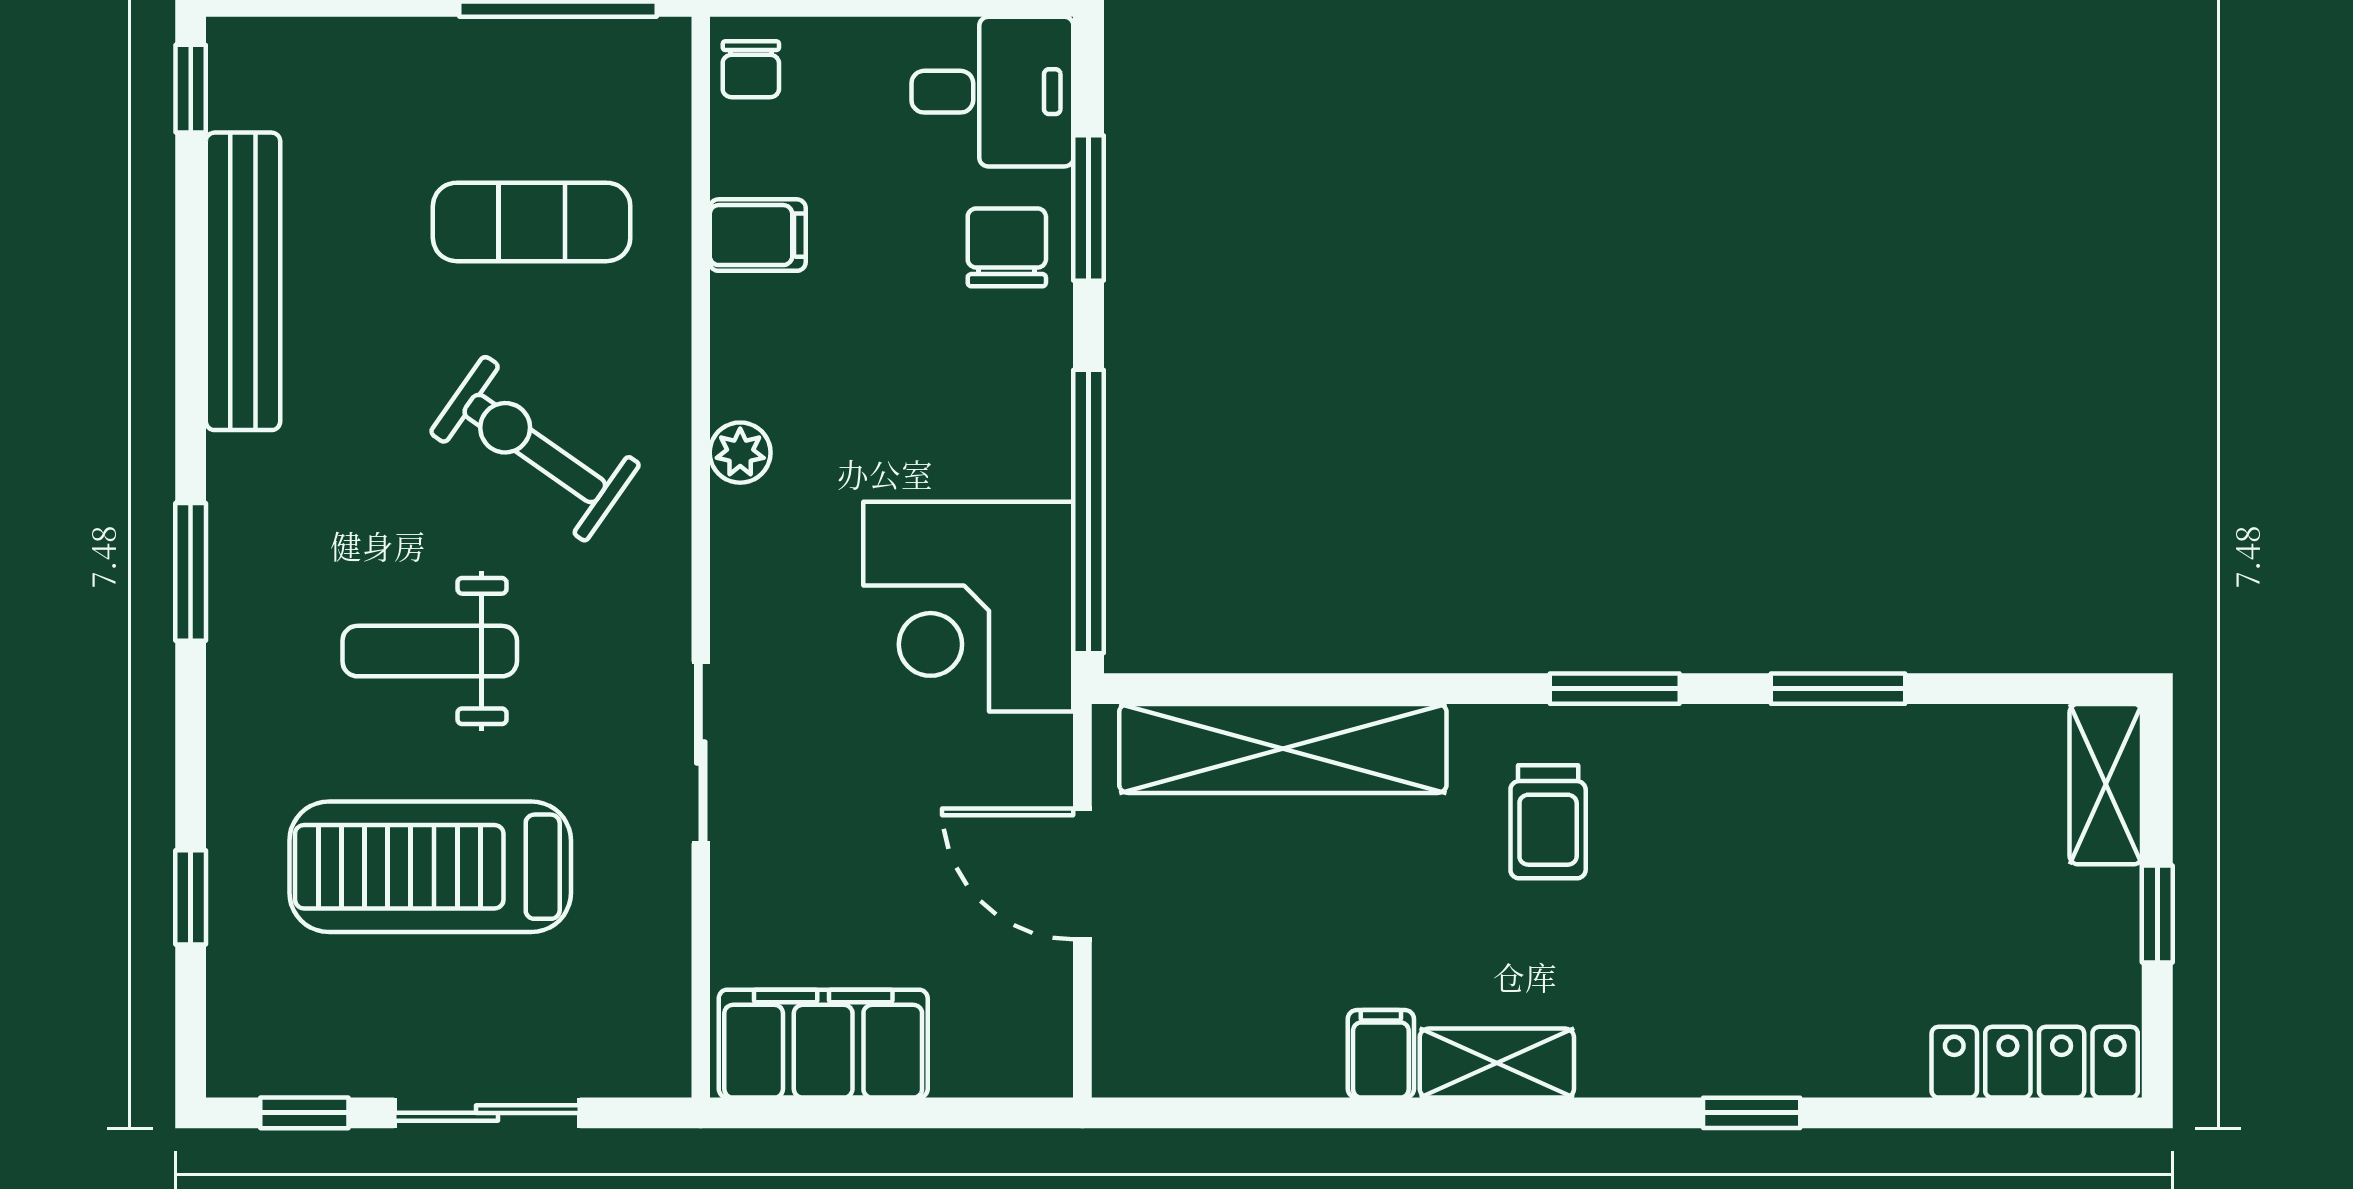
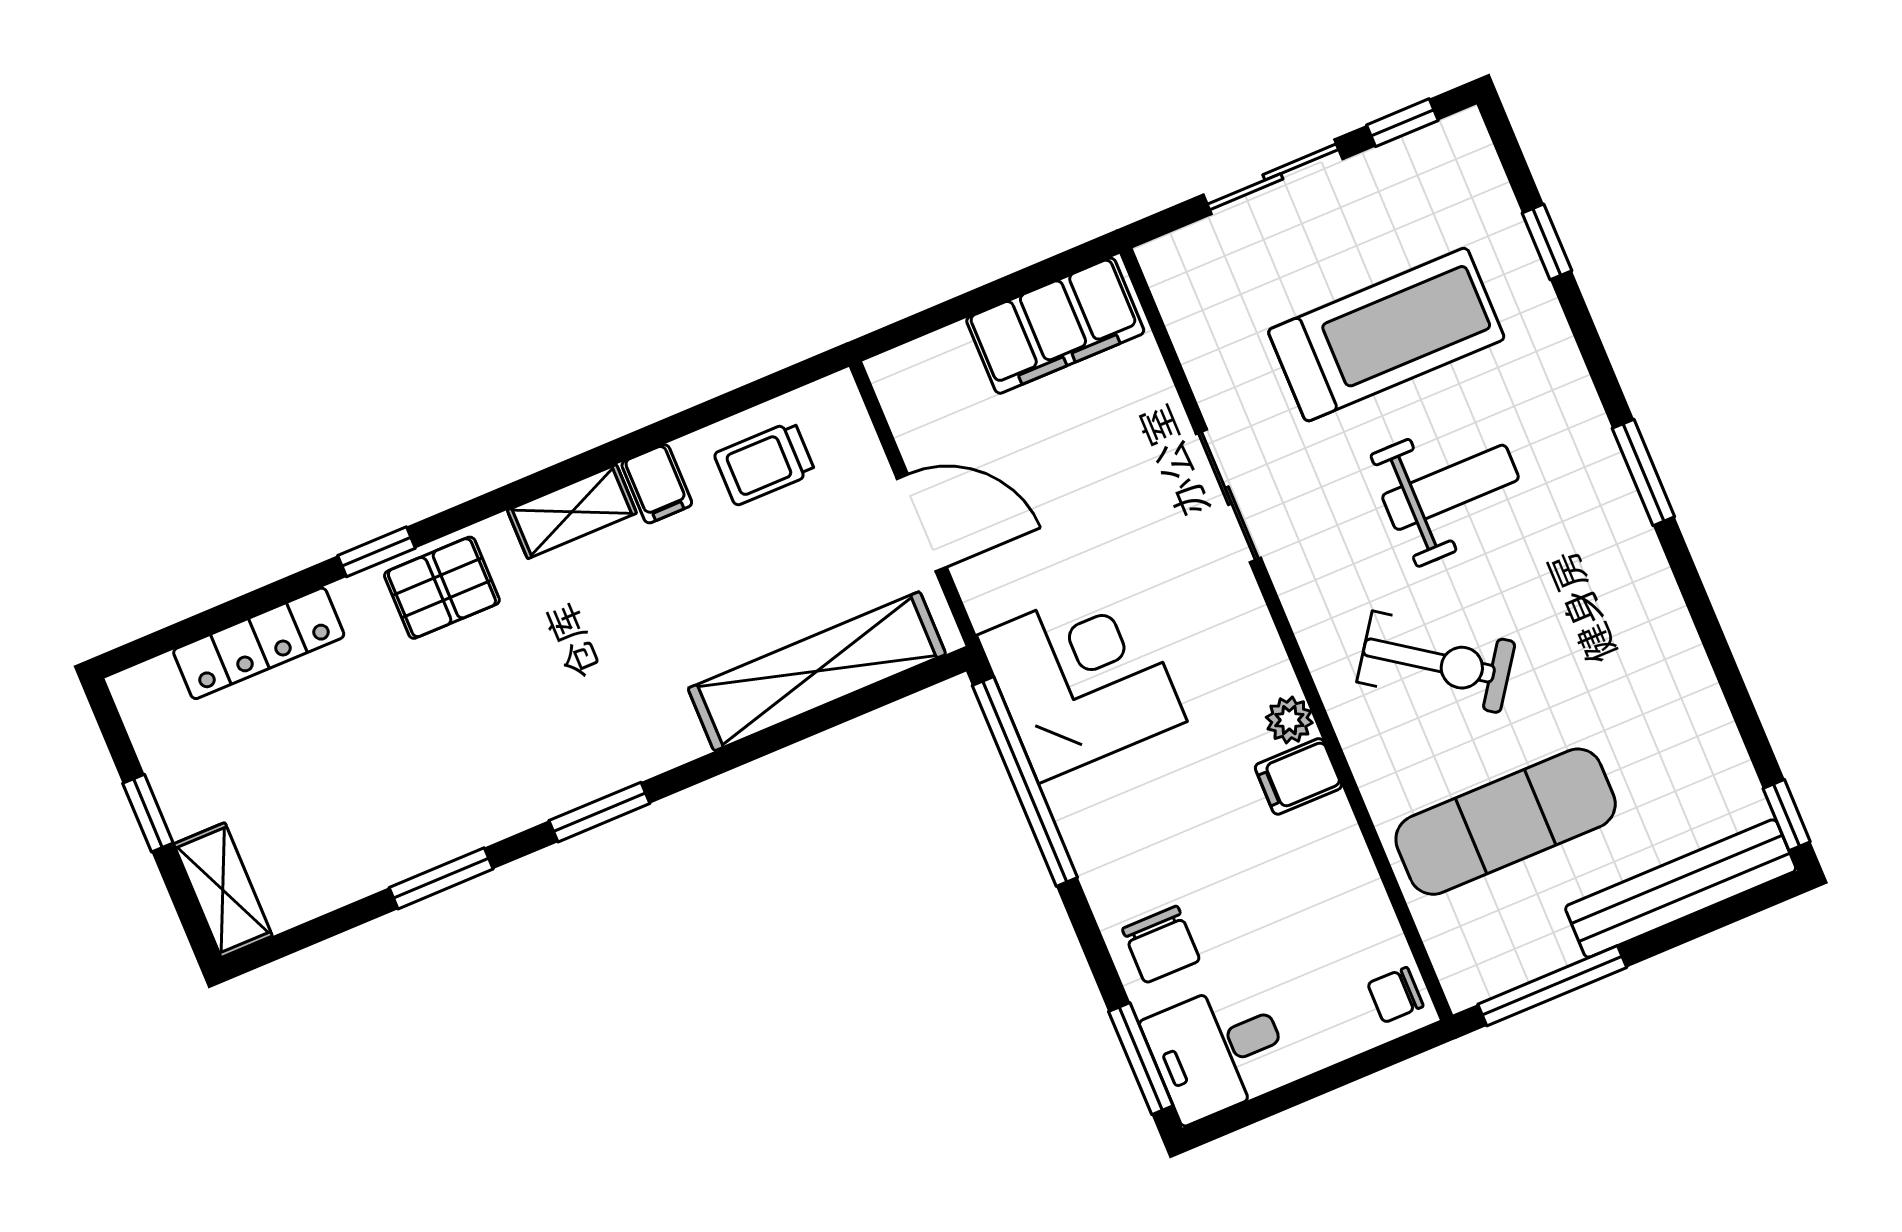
chair: (751, 69) -> (1395, 995), turned -90
window: (1088, 208) -> (1141, 1059), moved
exercise mat: (532, 222) -> (1506, 822), width x1.36, depth x1.45
filing cabinet: (758, 235) -> (1298, 776), moved
bench: (243, 281) -> (1681, 888), moved, turned 90
trolley: (1548, 822) -> (765, 463), moved, turned -90
pallet: (1691, 1037) -> (442, 588), added
locker: (2035, 1062) -> (259, 643), moved

